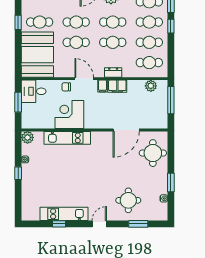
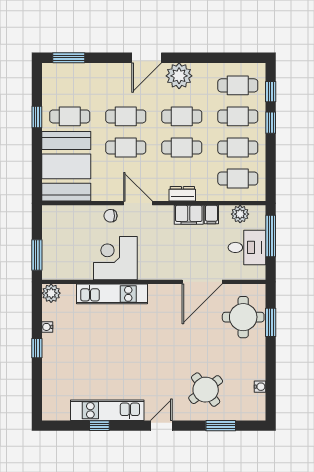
filing cabinet: (103, 86) -> (211, 215), moved
desk: (34, 91) -> (247, 247), moved, turned 180
window: (18, 102) -> (37, 255), moved
window: (171, 183) -> (271, 322), moved
round table: (128, 200) -> (206, 390), turned -37

